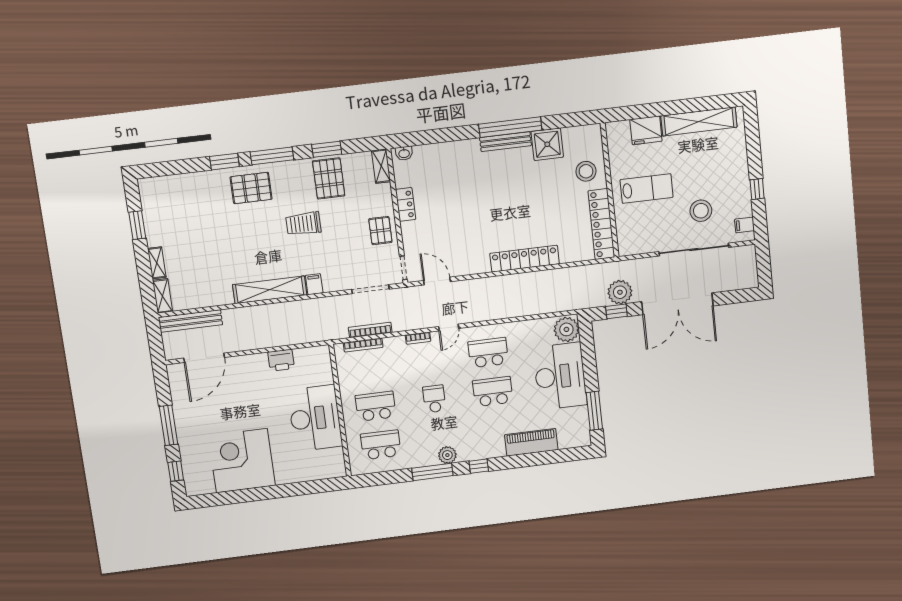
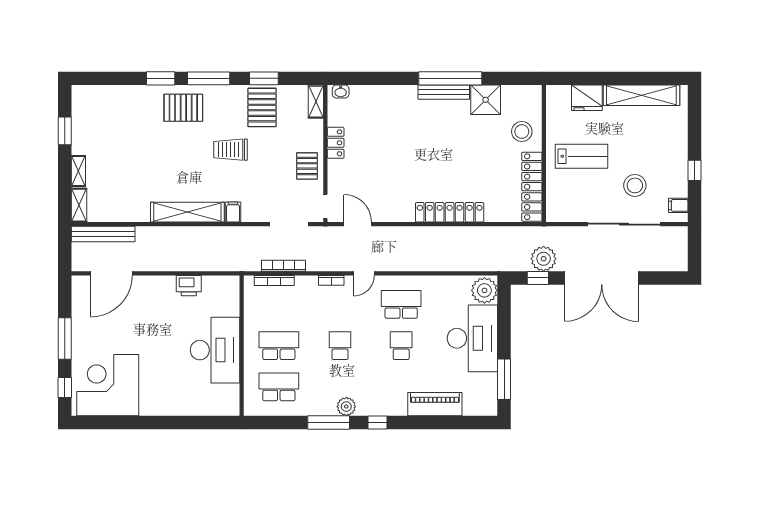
school desk: (493, 392) -> (401, 346), width x0.54
corner desk: (242, 461) -> (108, 385), moved

